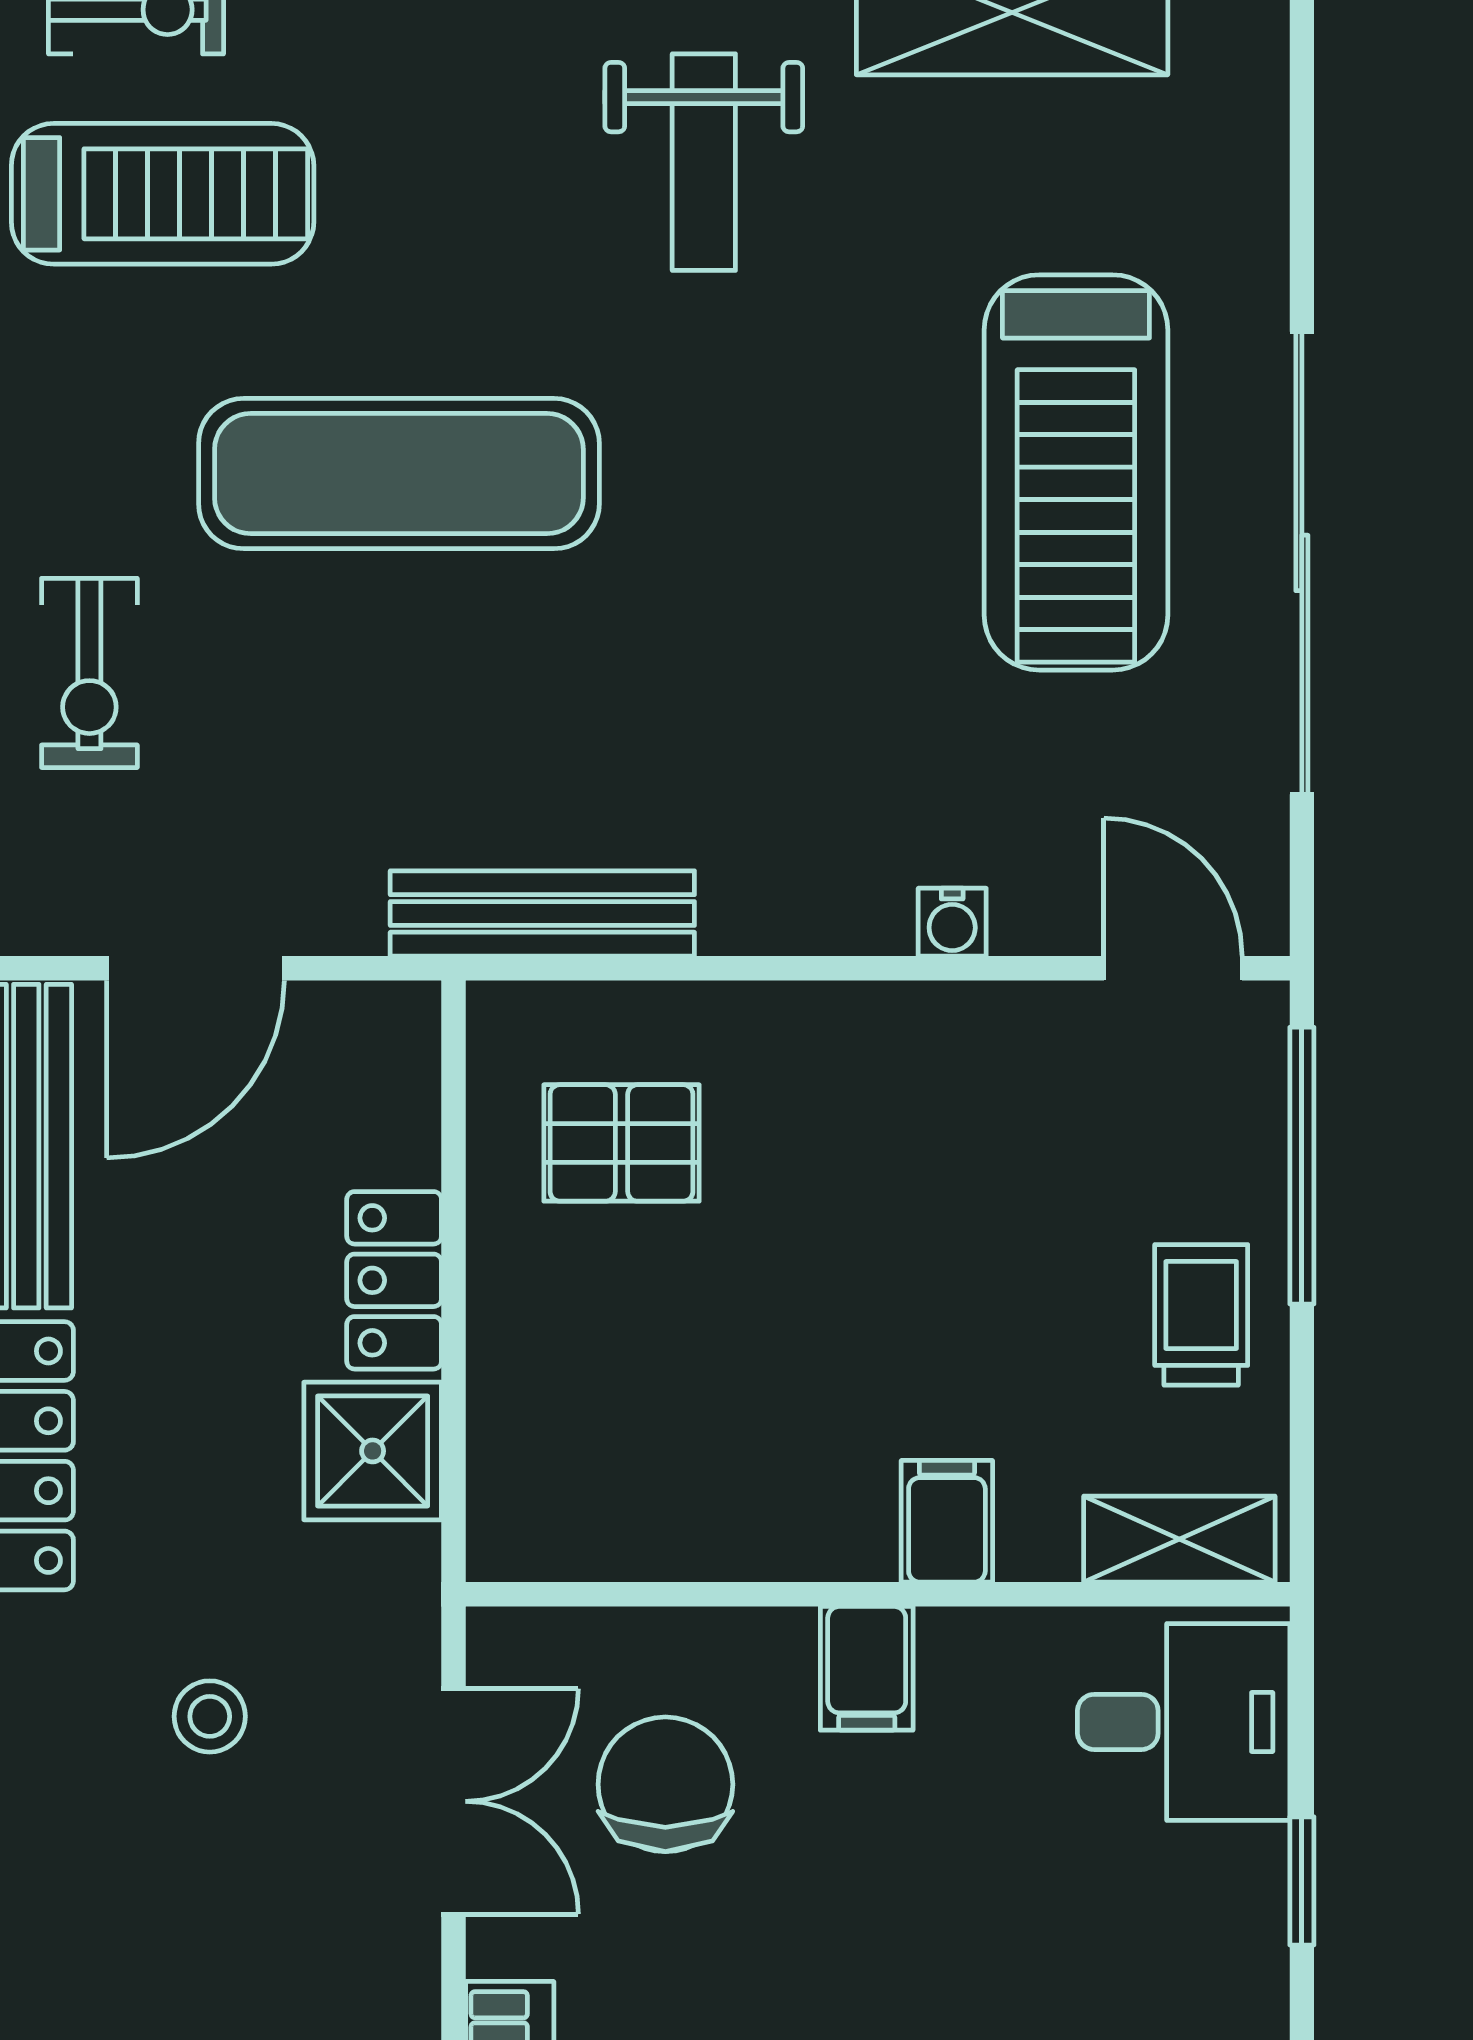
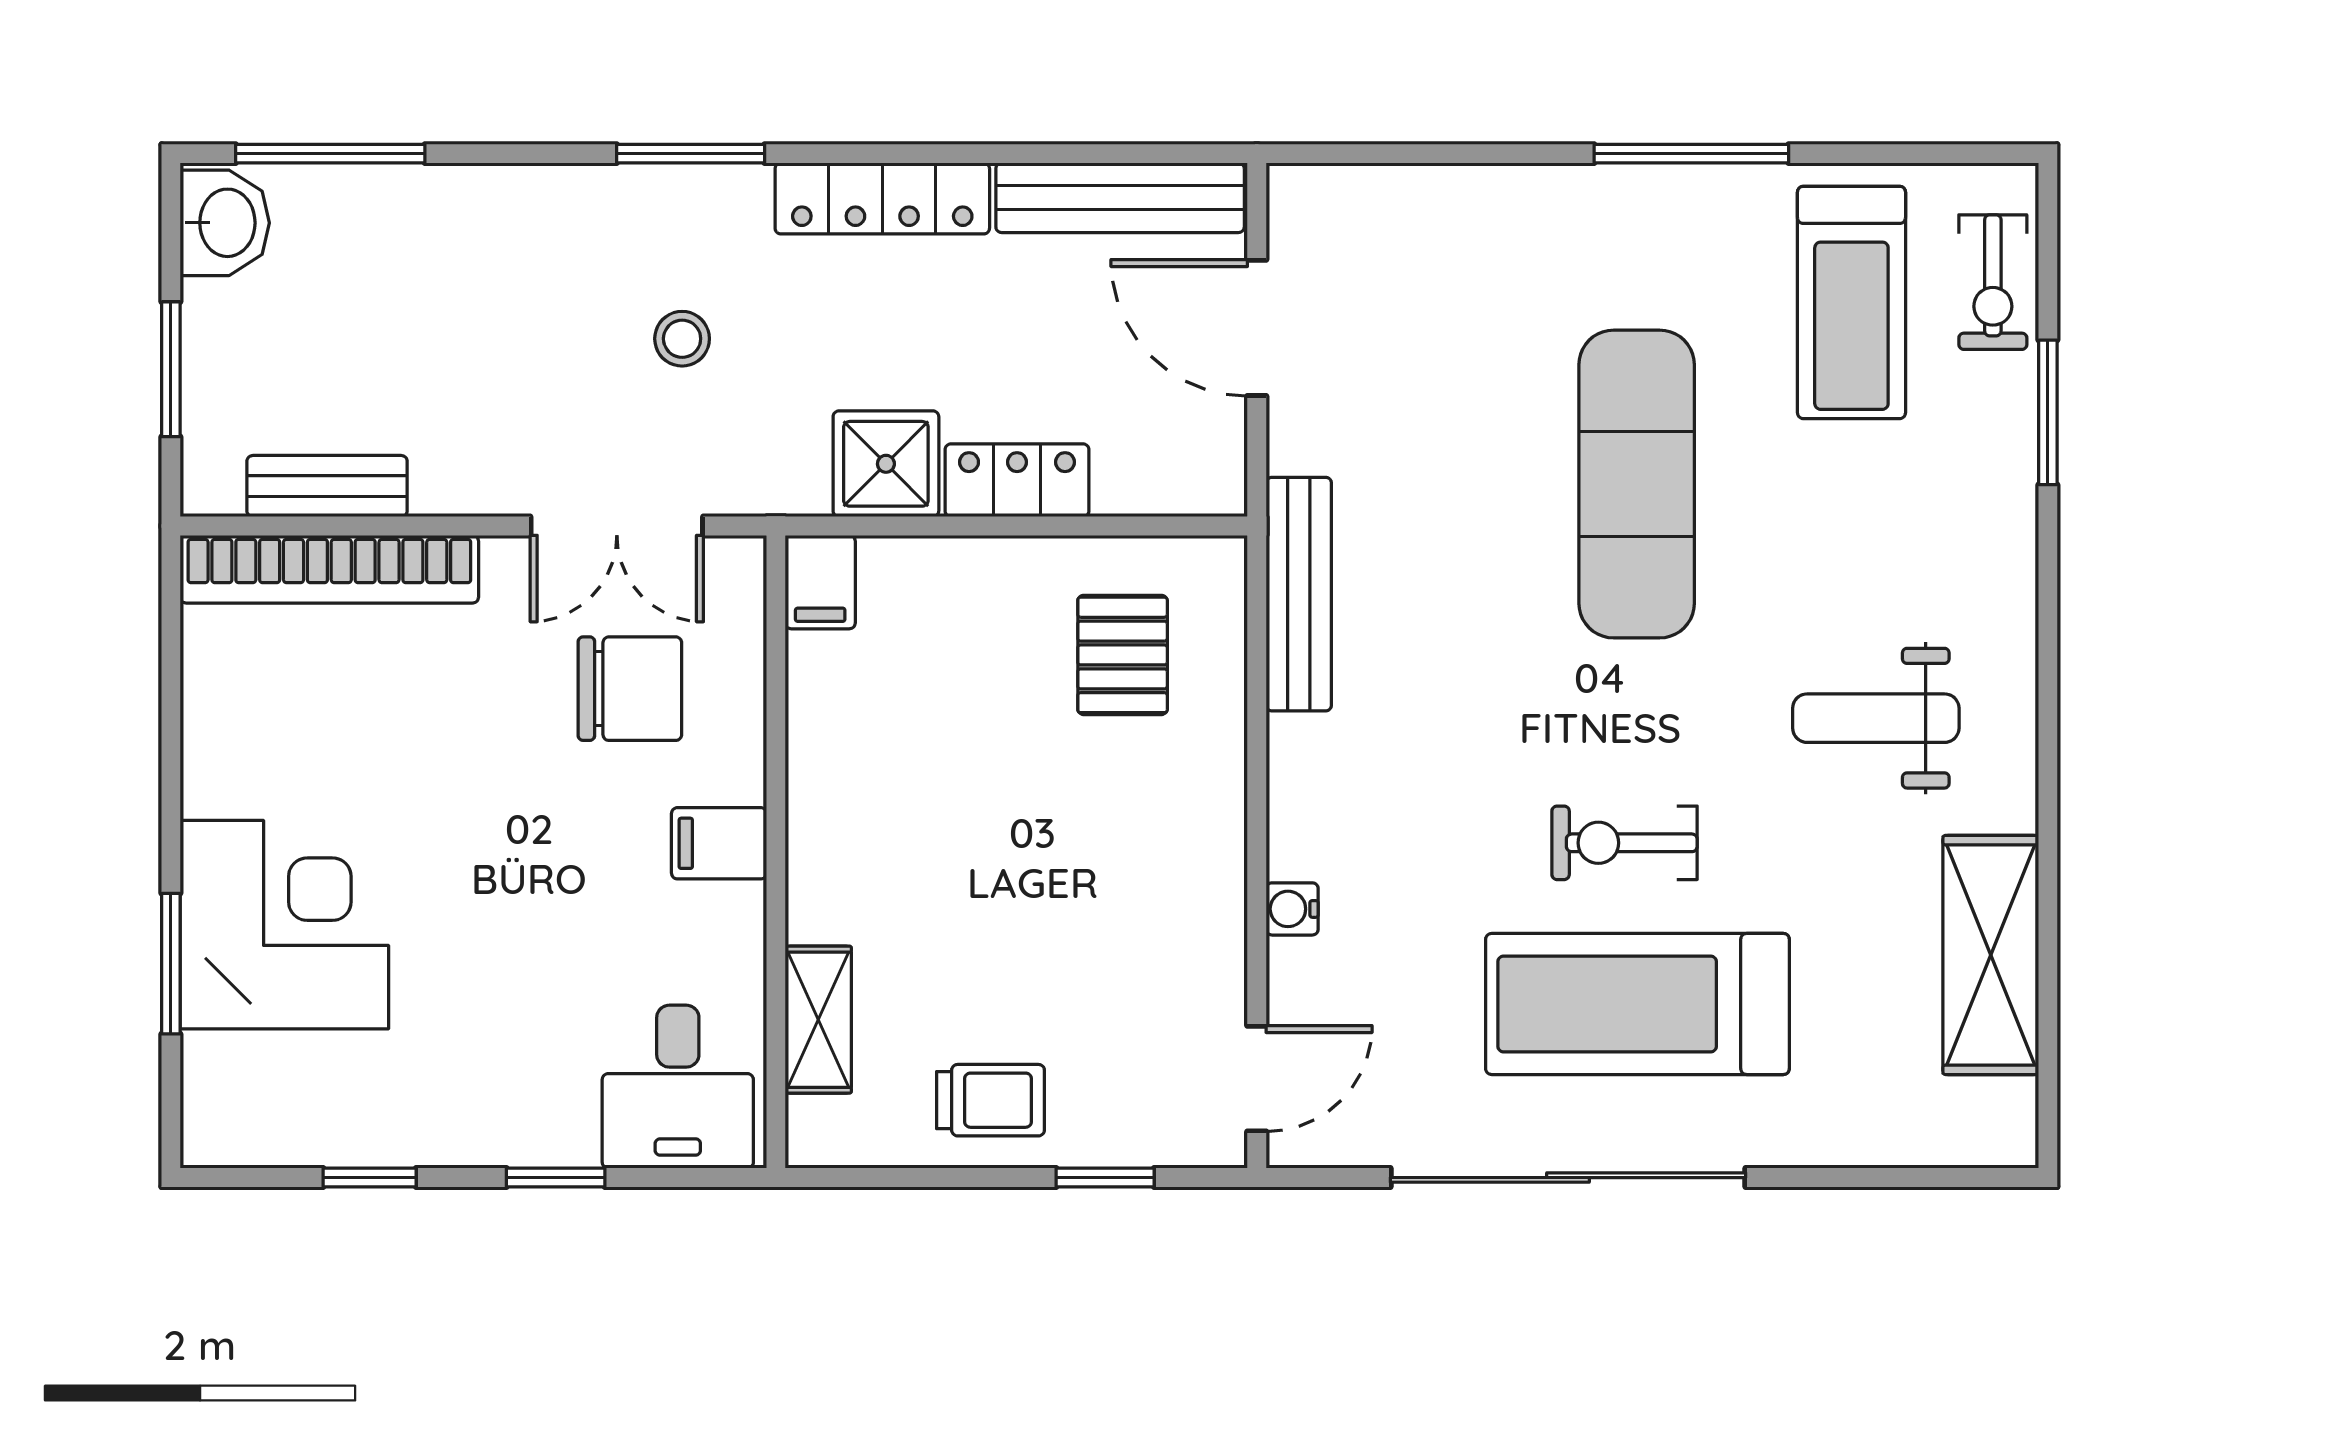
exercise bike: (89, 673) -> (1625, 843), moved
window: (1302, 1166) -> (1105, 1178), width x0.46
filing cabinet: (947, 1521) -> (820, 582), moved, turned 90
shelving: (1179, 1539) -> (818, 1020), moved

